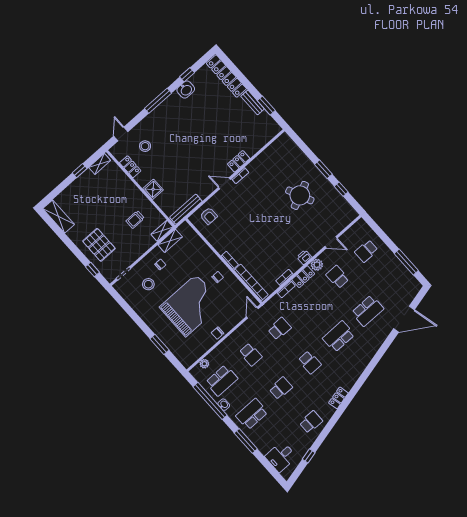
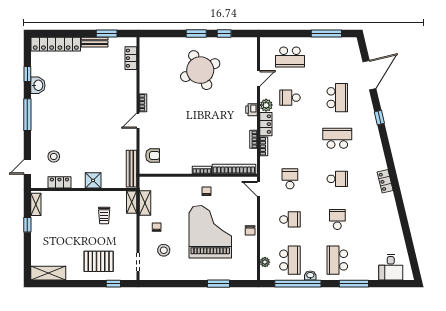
door: (121, 134) -> (27, 167), hinge flipped
locker: (239, 161) -> (131, 58), moved
round table: (300, 195) -> (200, 70), width x1.36, depth x1.36
school desk: (366, 251) -> (290, 57), width x1.85
school desk: (339, 336) -> (337, 138), turned 90
school desk: (311, 422) -> (385, 219), removed
window: (309, 456) -> (379, 118), moved

